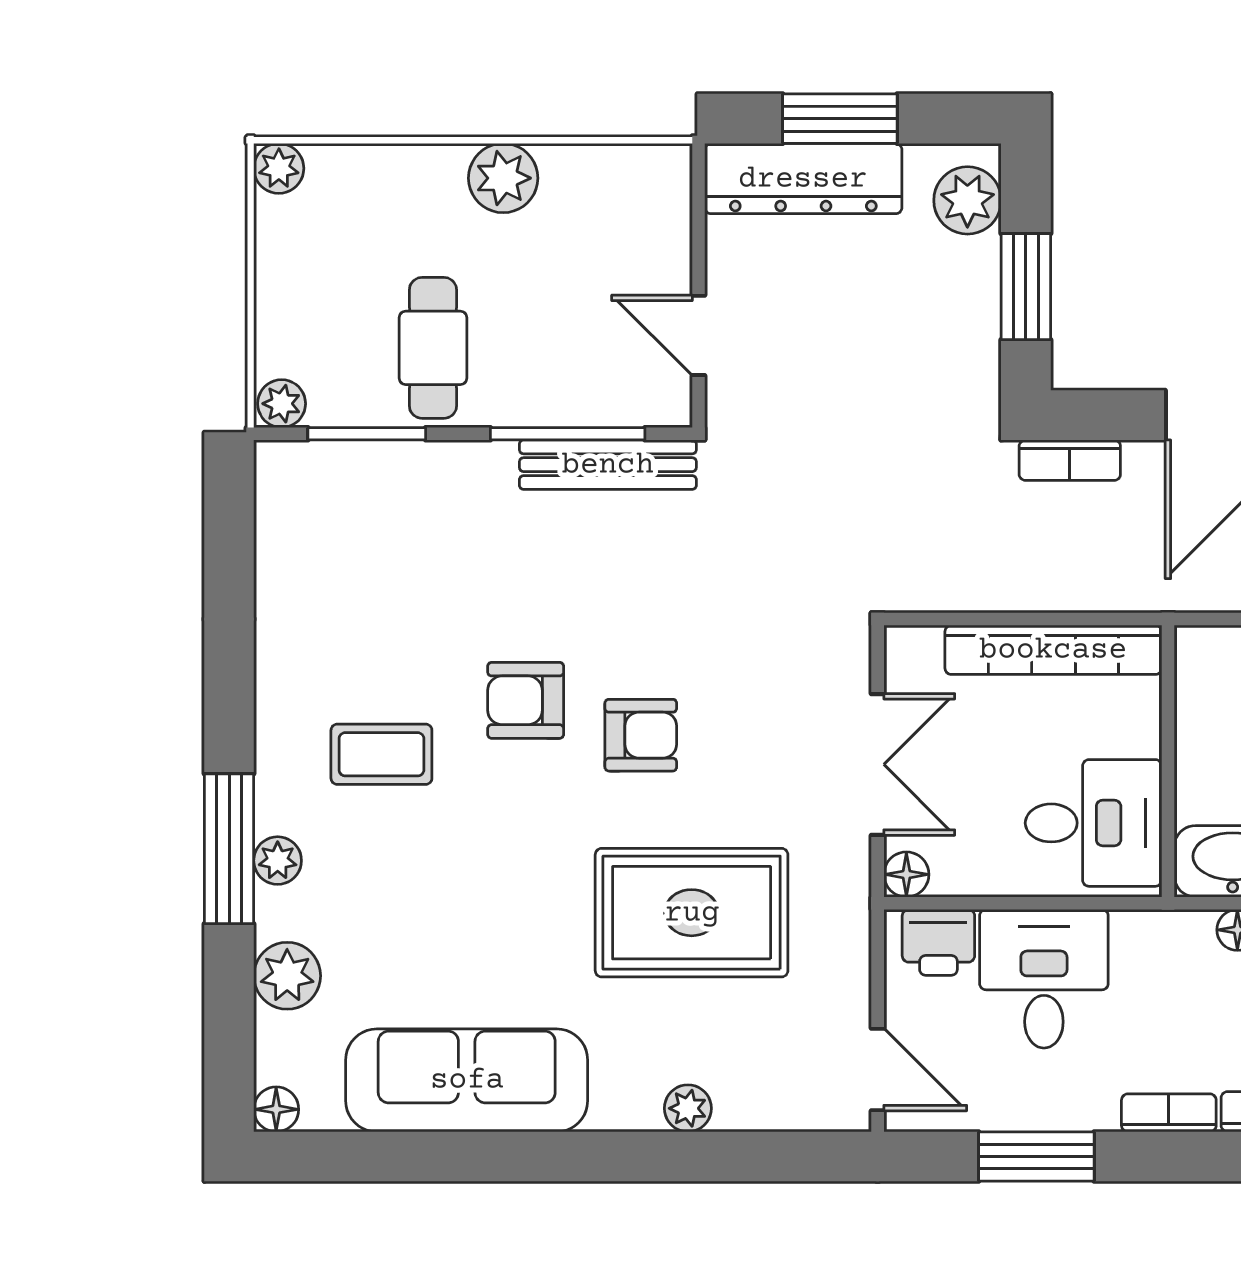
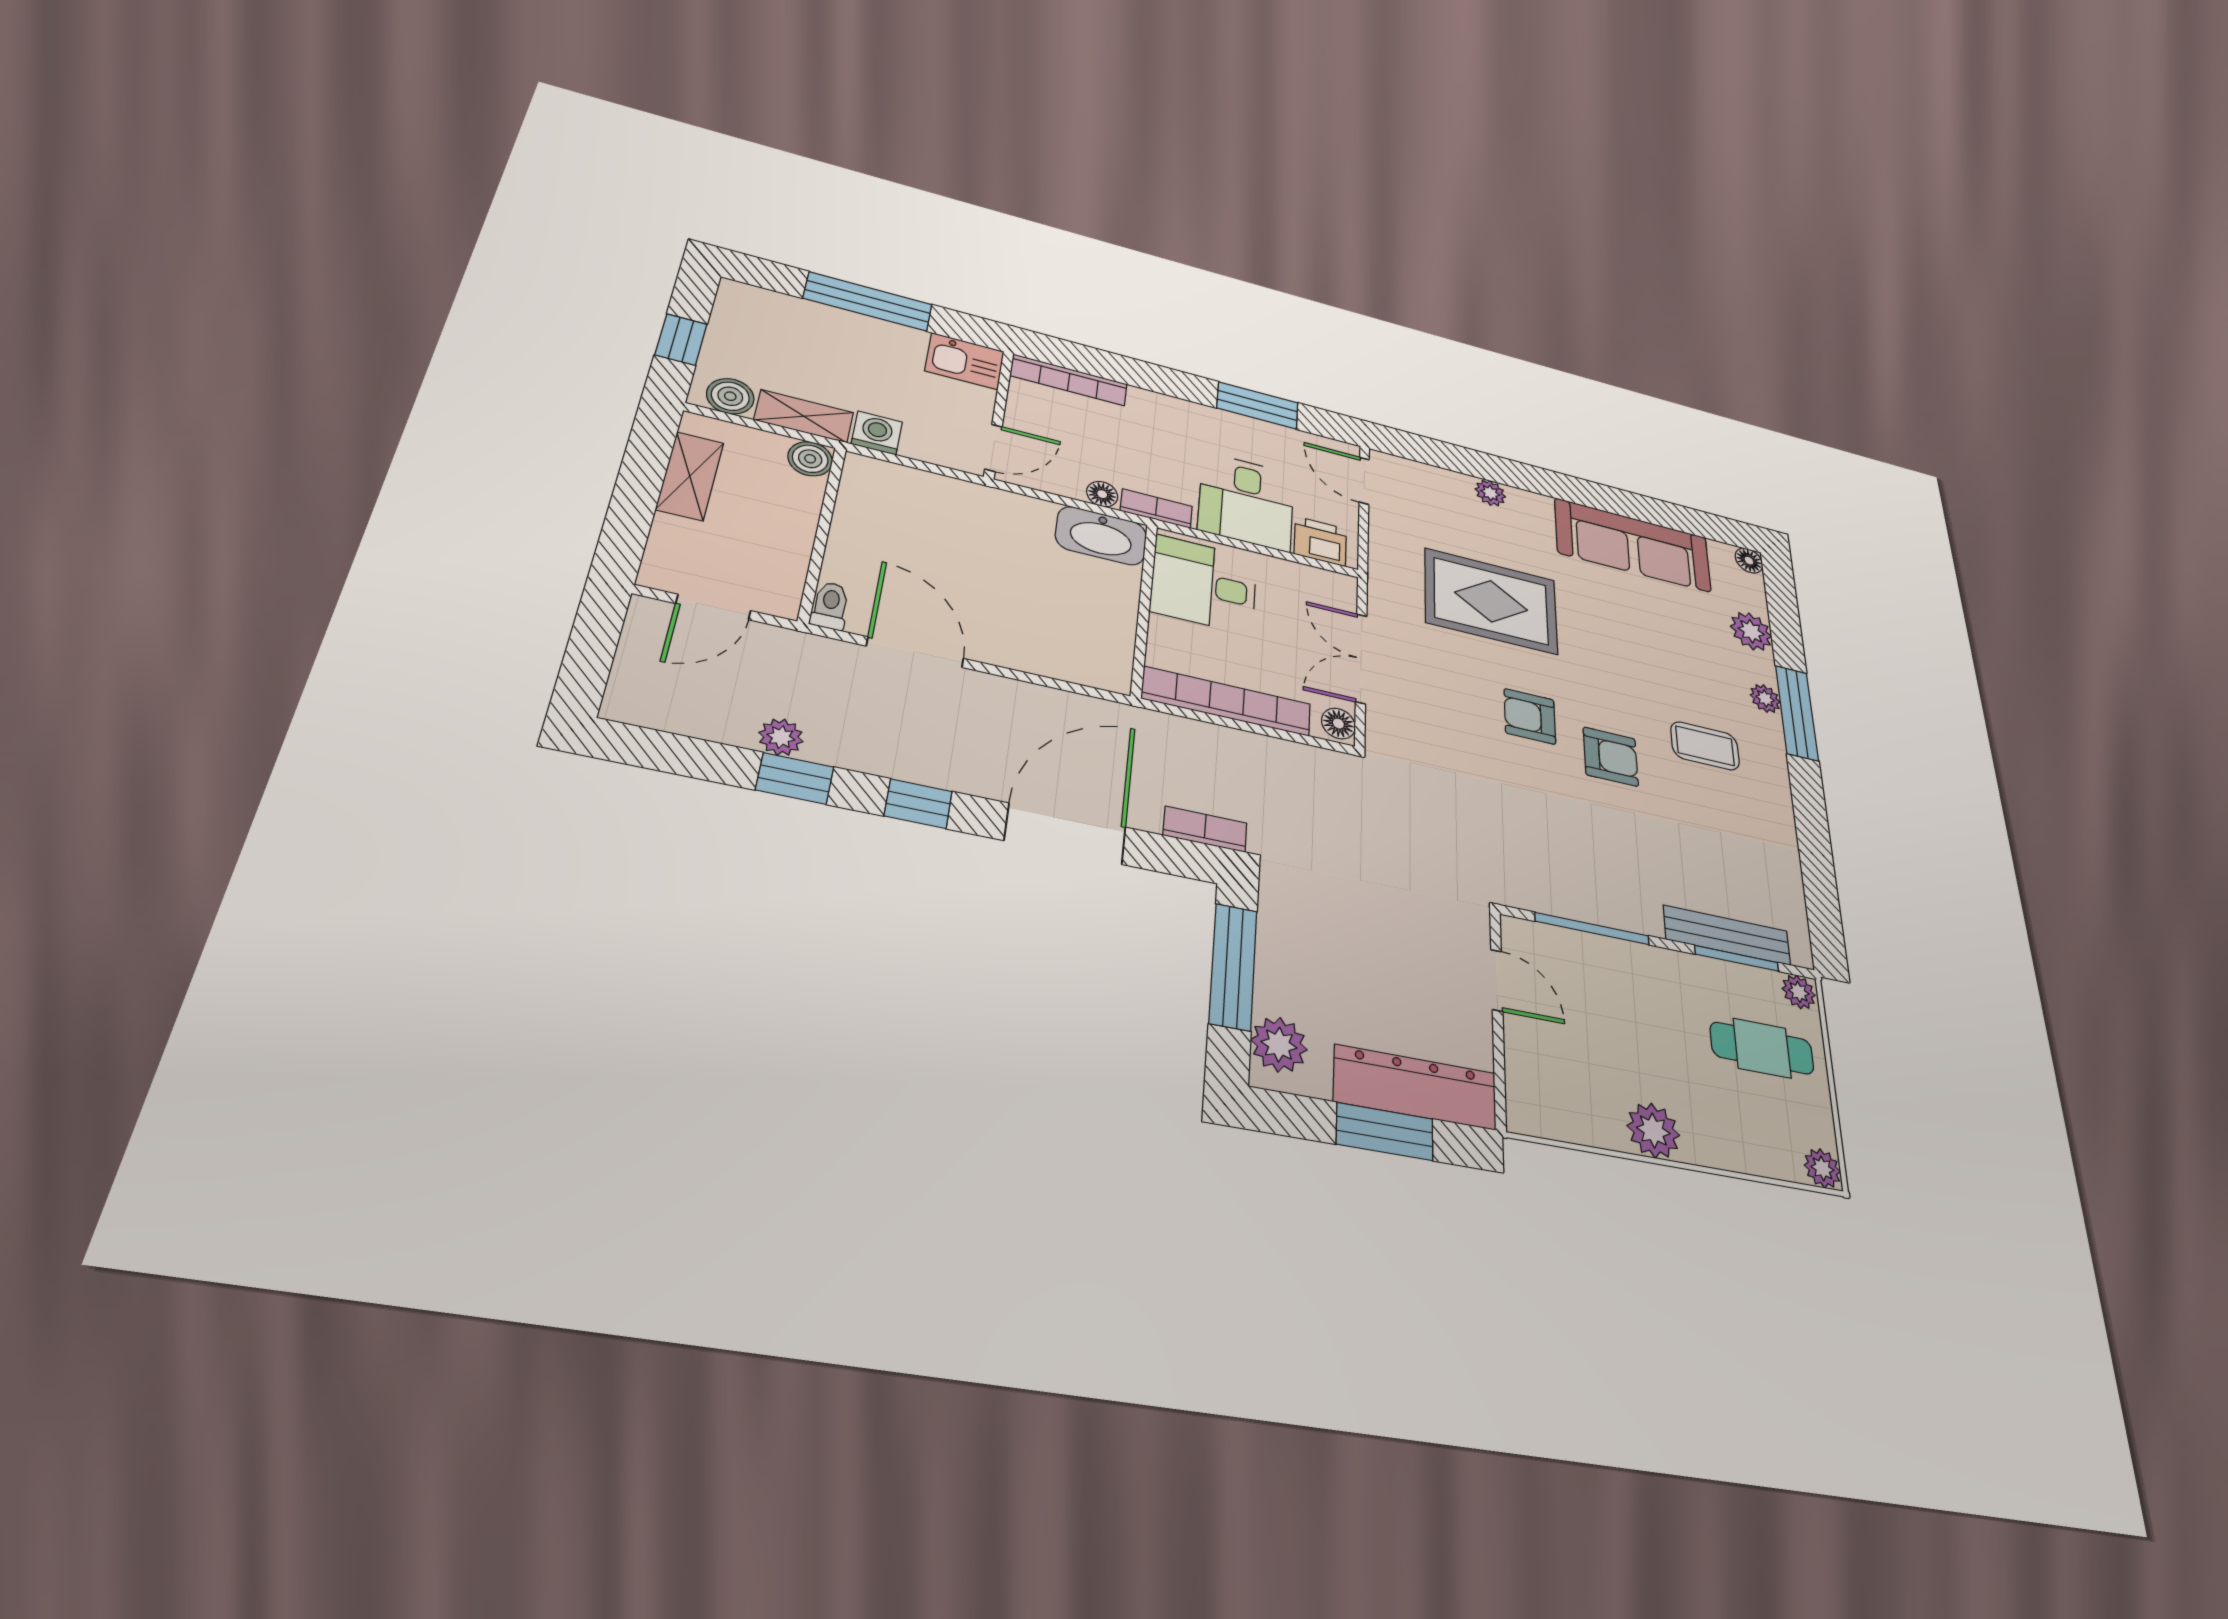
window: (1026, 287) -> (1233, 967), width x1.44
cafe table: (433, 348) -> (1762, 1048), moved, turned 90
bench: (608, 465) -> (1727, 935), moved
floor lamp: (906, 874) -> (1338, 724), moved
bookcase: (1169, 1113) -> (1156, 509), moved, turned 180

